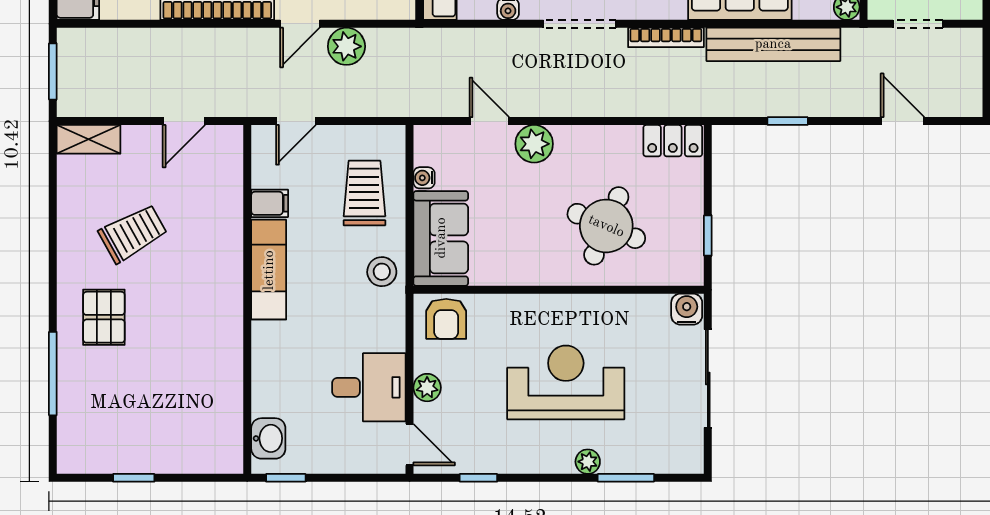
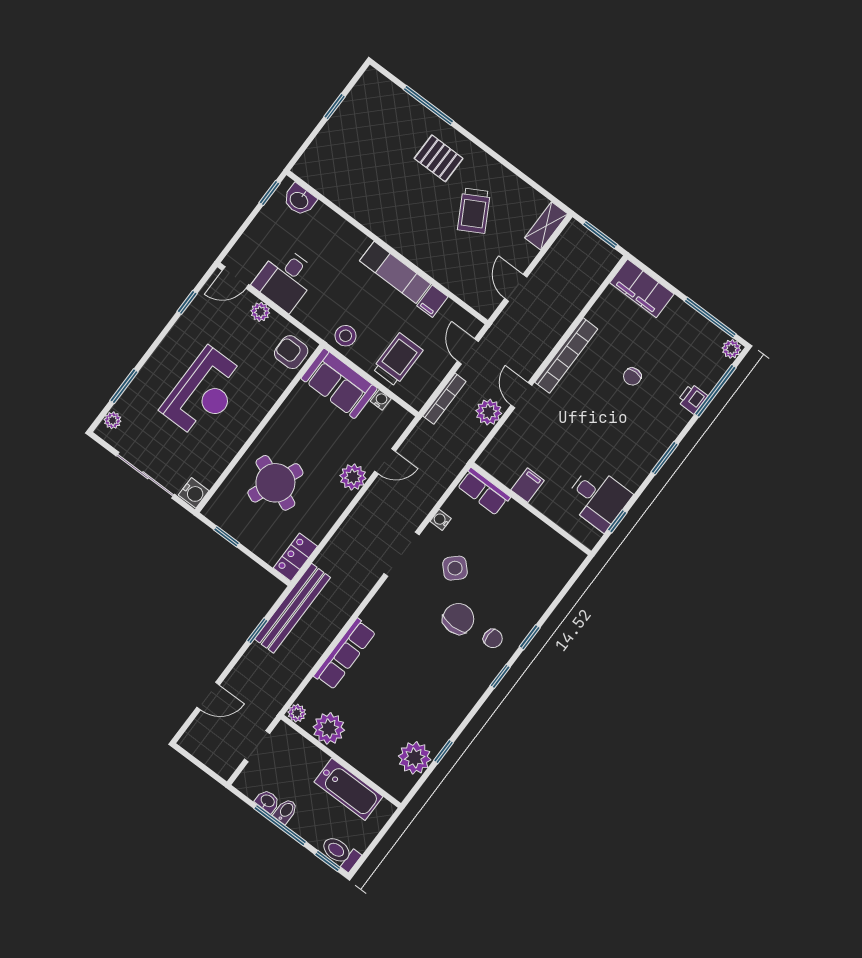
bookcase: (666, 37) -> (444, 399), moved, turned 180
bench: (773, 44) -> (293, 608), moved
trolley: (364, 193) -> (398, 360), turned -90
plant: (588, 462) -> (113, 420), moved

